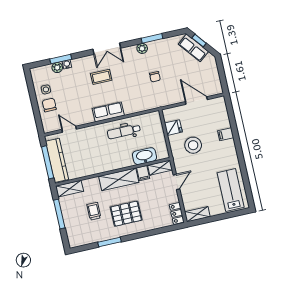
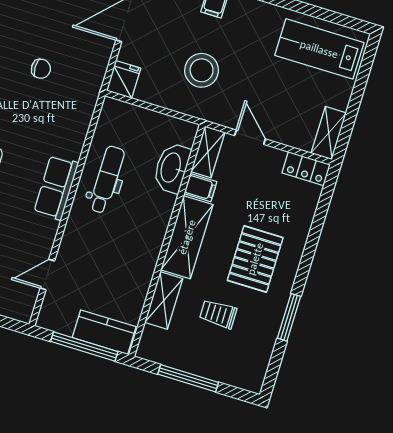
fridge: (173, 128) -> (124, 79), moved
dental chair: (124, 131) -> (107, 180), turned 180
kitchen counter: (57, 160) -> (104, 332), width x0.67
shelving: (70, 189) -> (164, 301), moved

